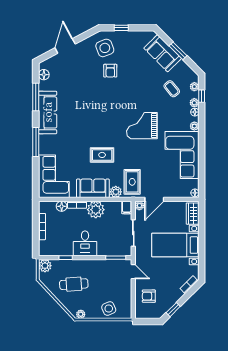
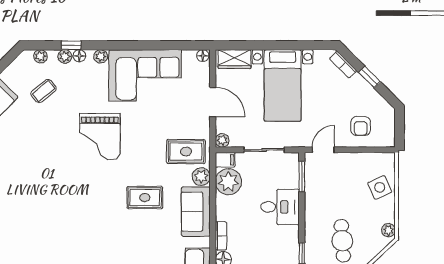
armchair: (110, 71) -> (16, 185), removed
window: (202, 96) -> (71, 45), moved
rug: (102, 155) -> (145, 198), turned 90
door: (154, 199) -> (213, 102), moved
plant: (96, 210) -> (228, 182), moved
desk: (85, 243) -> (280, 207), moved
window: (173, 310) -> (370, 77), moved

